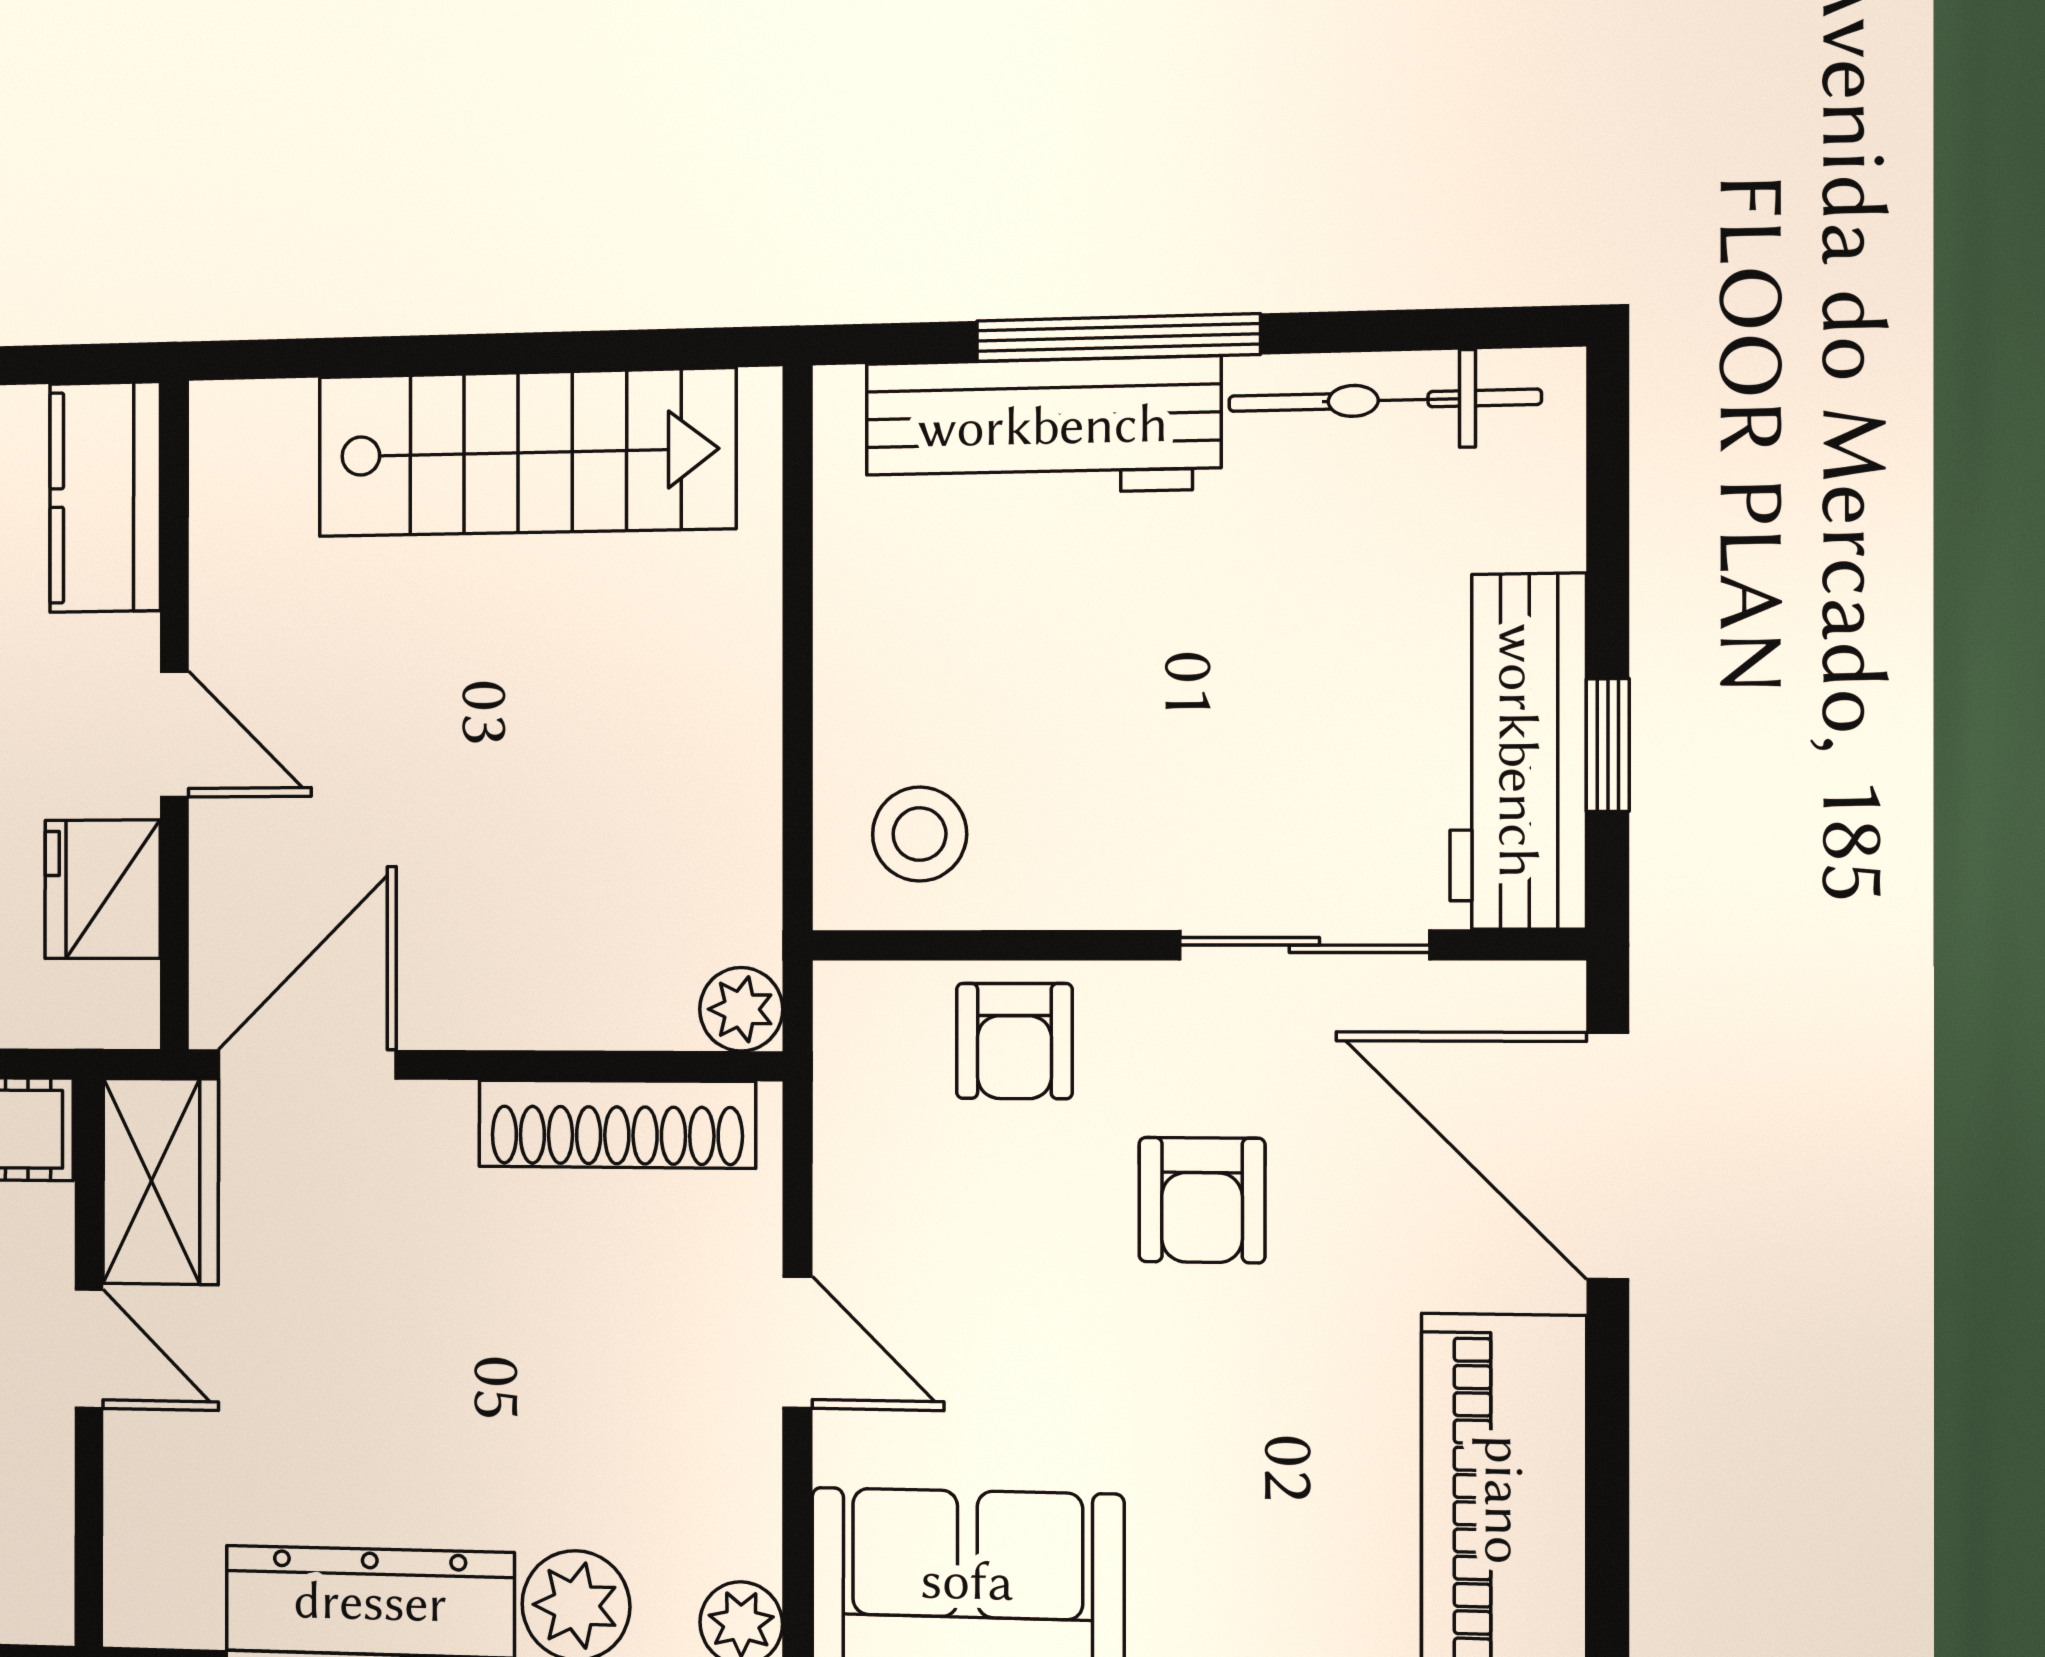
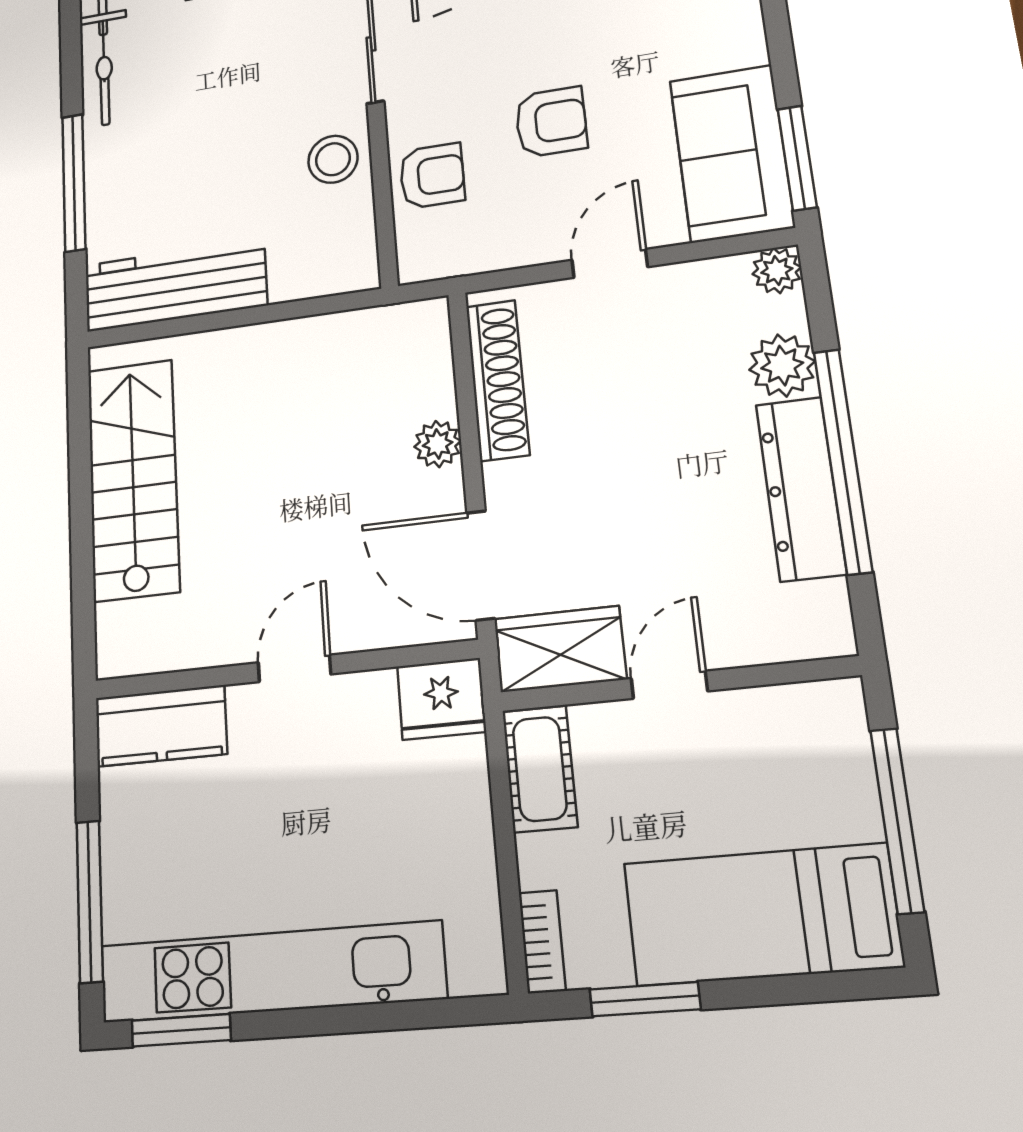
workbench: (1043, 426) -> (175, 285), moved, turned -90
stool: (920, 834) -> (333, 159), moved
fridge: (103, 889) -> (441, 699), moved
plant: (741, 1009) -> (438, 444), moved
armchair: (1202, 1200) -> (551, 122), moved

